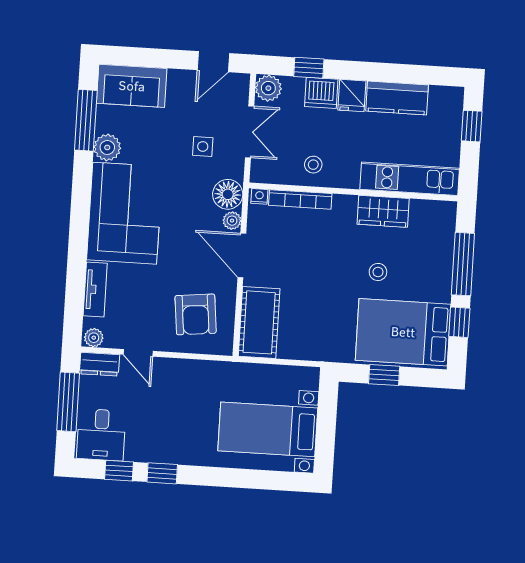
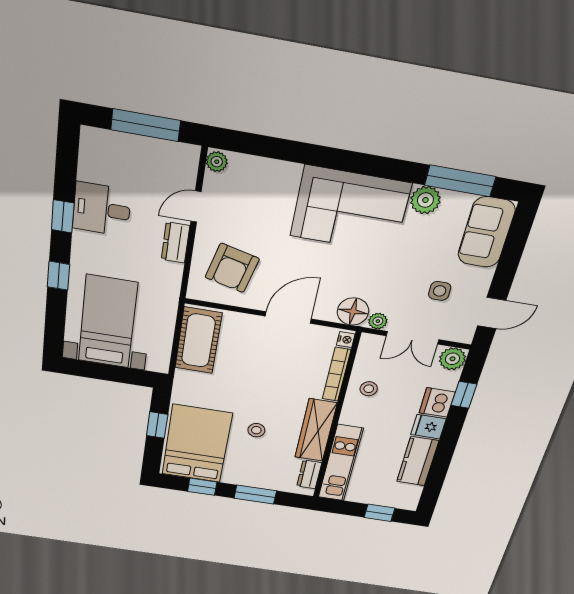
door: (213, 62) -> (492, 313), swing flipped
side table: (203, 146) -> (440, 291), moved
dresser: (429, 210) -> (309, 474), added
wardrobe: (383, 211) -> (316, 430), width x1.50
plant: (232, 221) -> (378, 321), moved
window: (463, 264) -> (255, 495), width x0.69
tv unit: (95, 290) -> (271, 169), removed
armchair: (196, 314) -> (232, 268), turned -70
cot: (259, 322) -> (198, 341), moved, turned 90
dresser: (100, 364) -> (176, 243), moved
desk: (101, 435) -> (102, 209), moved
window: (119, 471) -> (58, 276), moved

